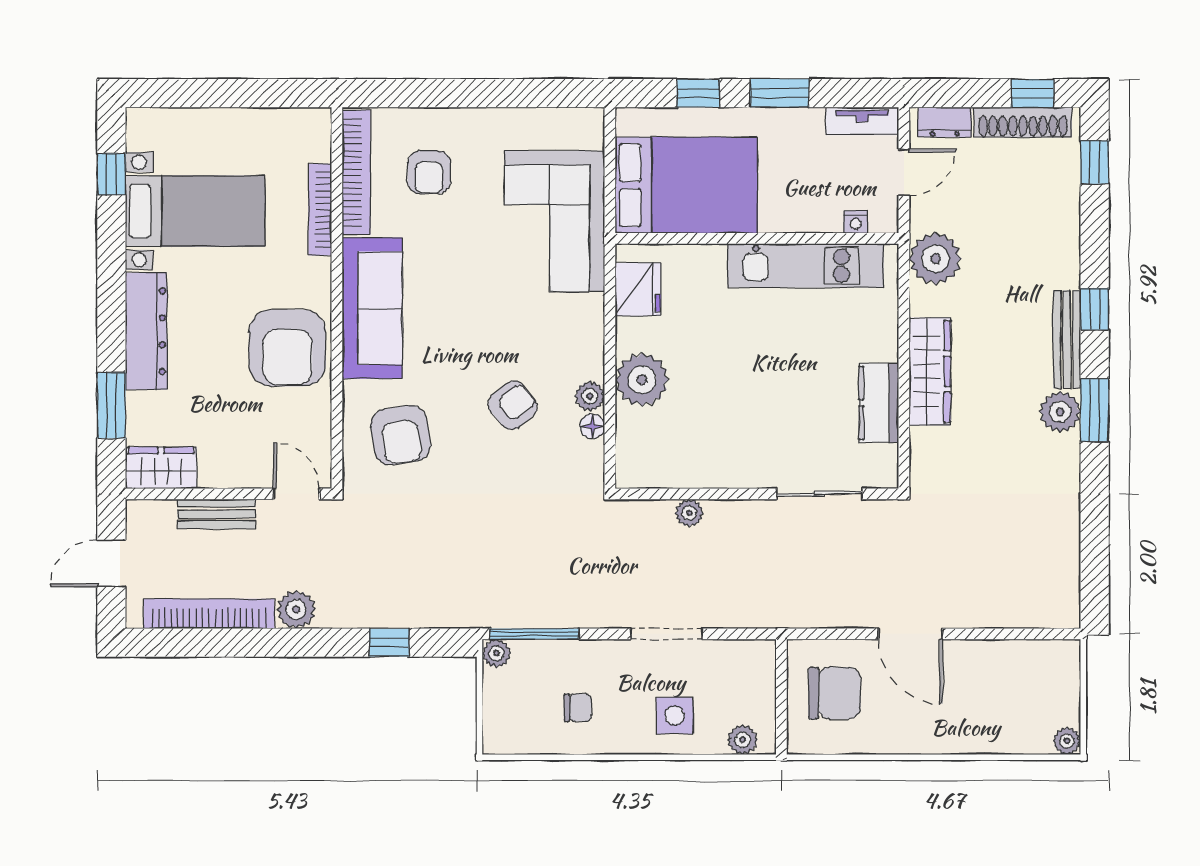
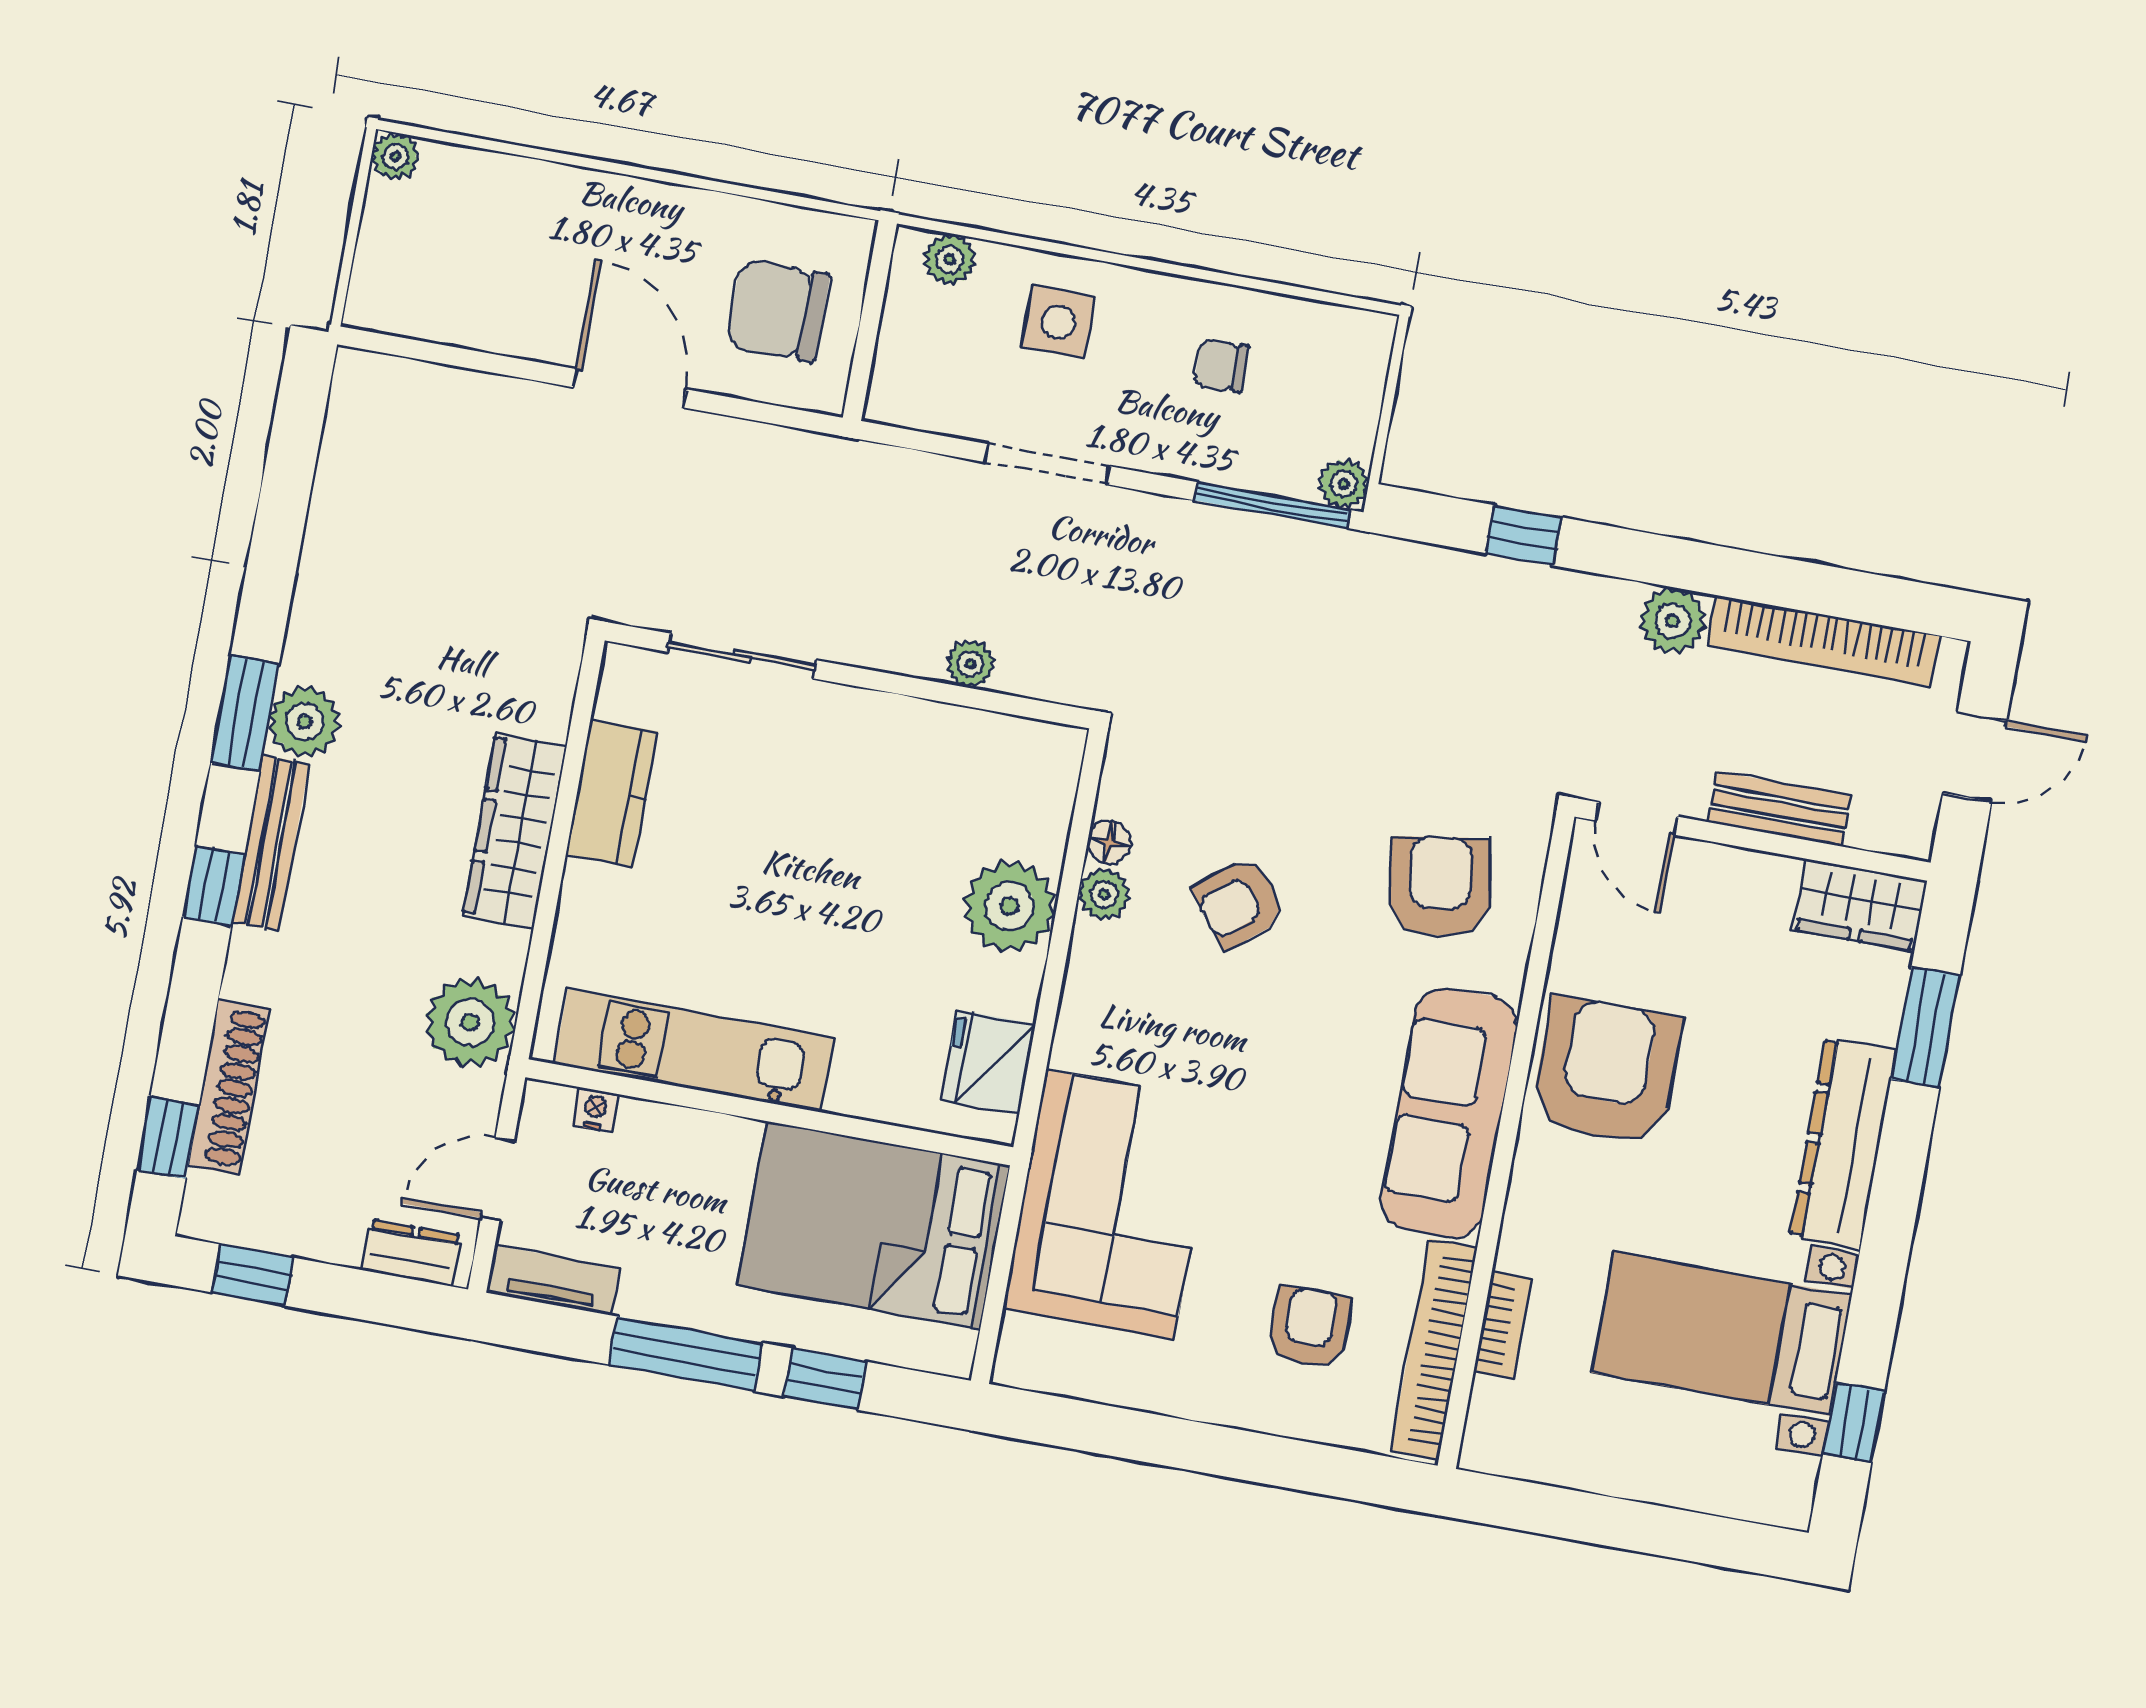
window: (779, 93) -> (685, 1354), width x1.44
shoe rack: (1023, 122) -> (229, 1087), moved, turned 90
bookcase: (320, 210) -> (1502, 1326), width x0.64

